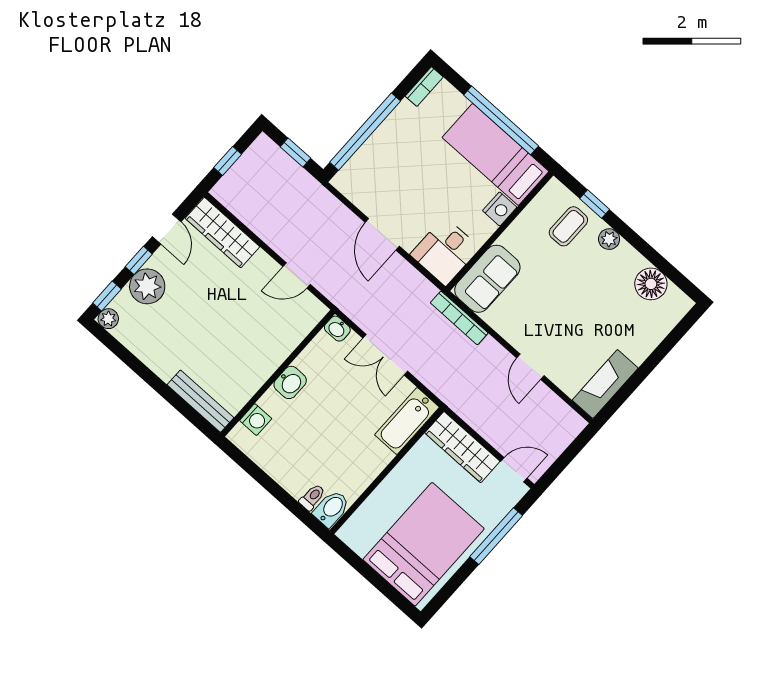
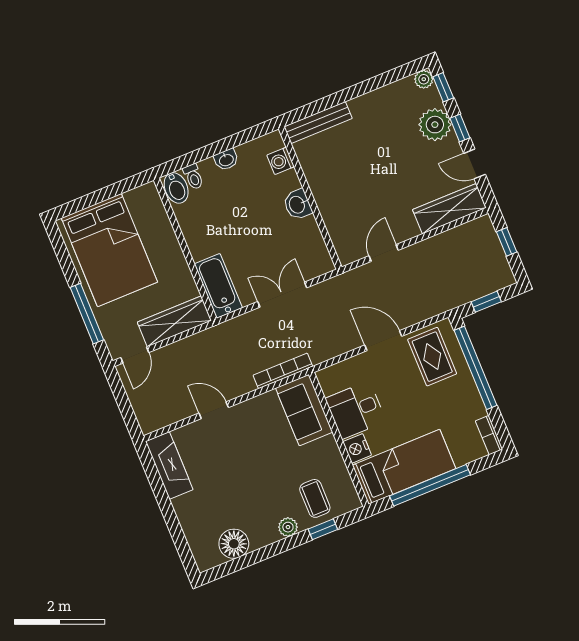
rug: (375, 179) -> (432, 357), added
desk: (445, 251) -> (356, 410), moved, turned -90
washbasin: (337, 329) -> (226, 160), moved, turned 180

